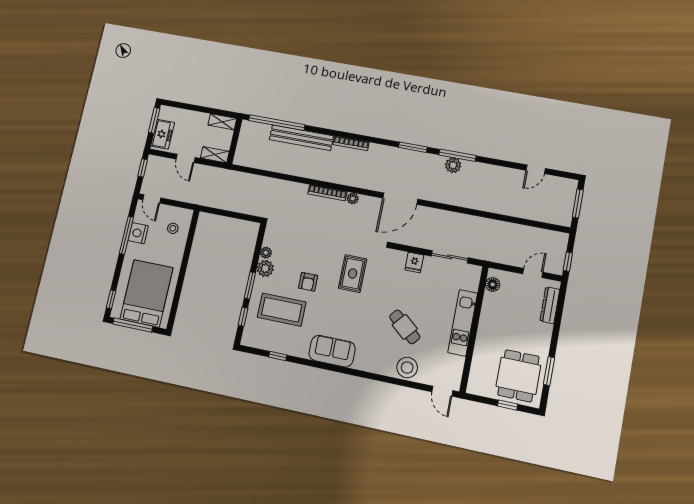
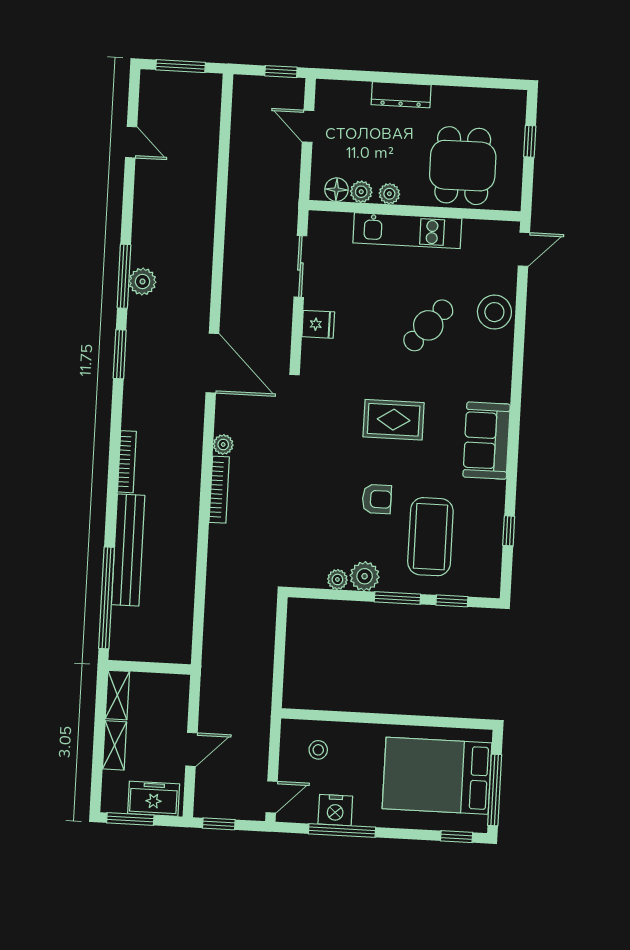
shelving: (215, 155) -> (115, 745), moved
rug: (353, 274) -> (394, 420), moved
plant: (490, 299) -> (361, 192), added
dresser: (550, 305) -> (401, 95), moved
plant: (486, 315) -> (389, 194), added
window: (549, 371) -> (465, 81), removed
dining table: (518, 376) -> (463, 166), moved, turned 90

